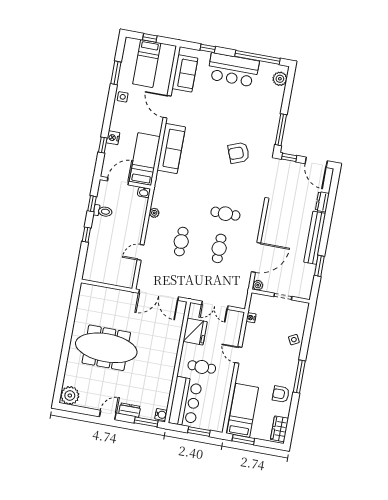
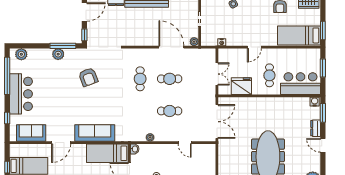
plant: (272, 122) -> (58, 54), added

